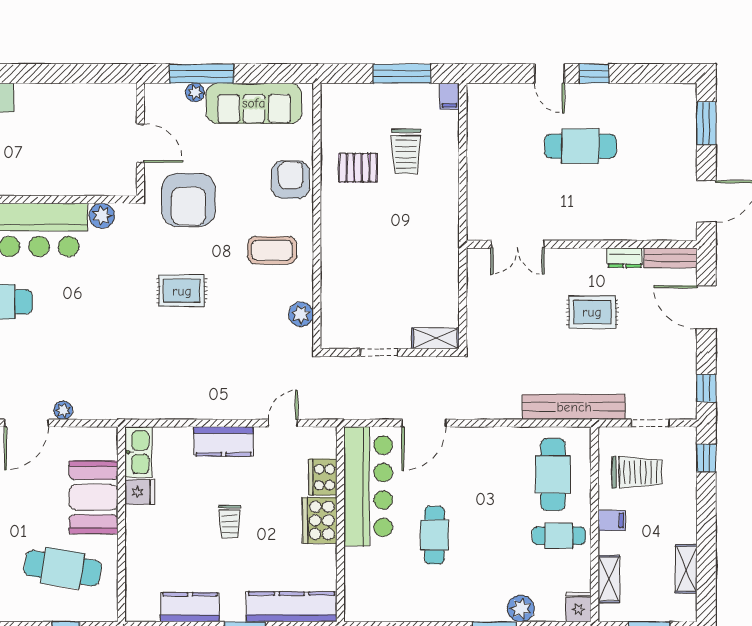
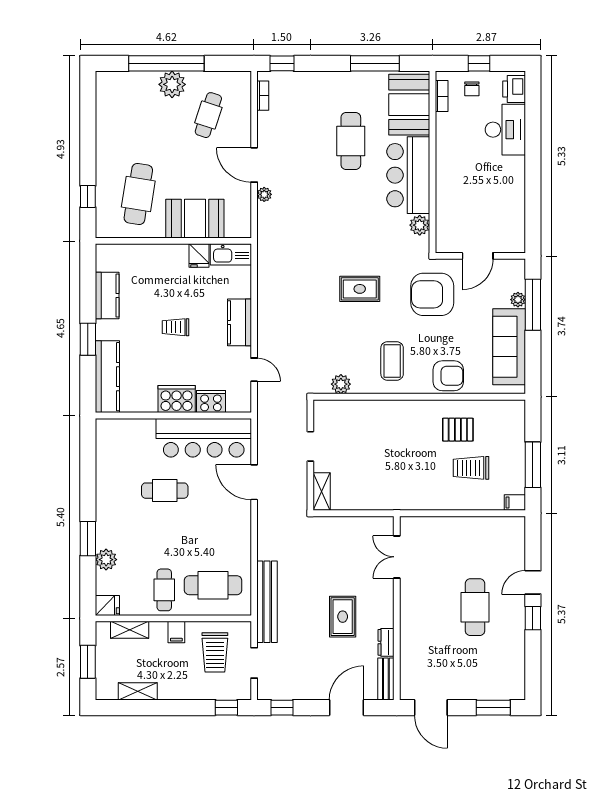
pallet: (358, 168) -> (458, 430), turned 90
rug: (182, 291) -> (360, 289), turned 90

